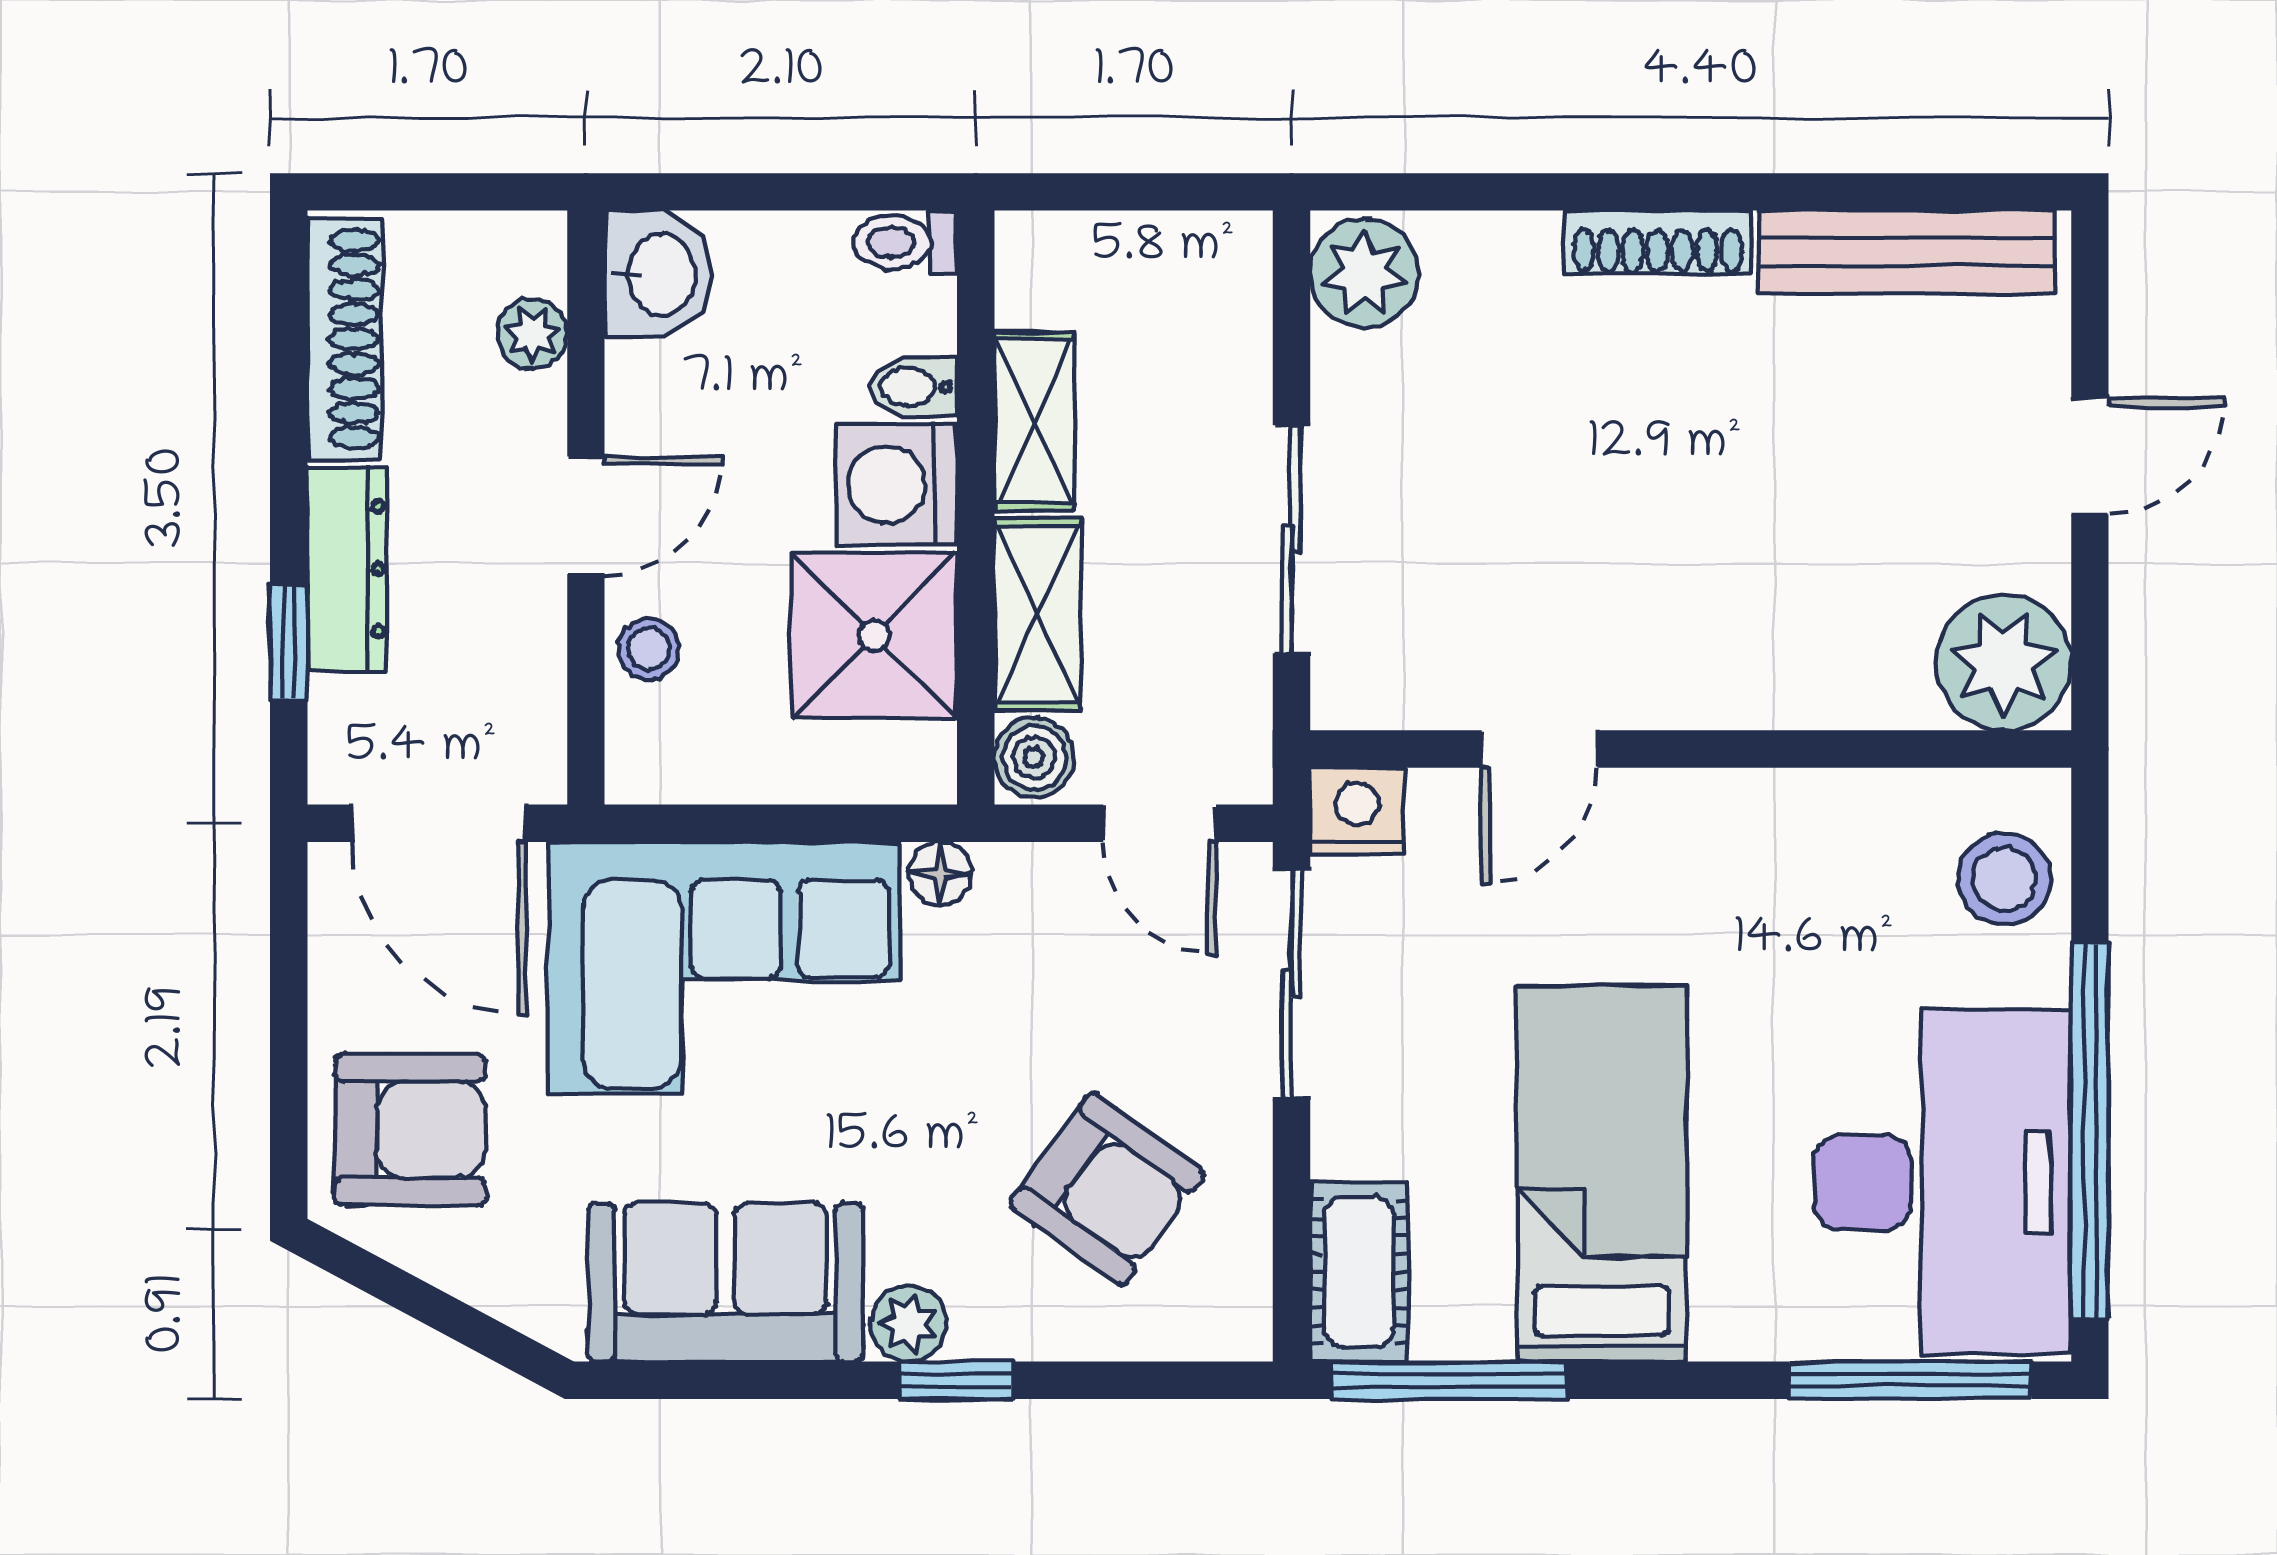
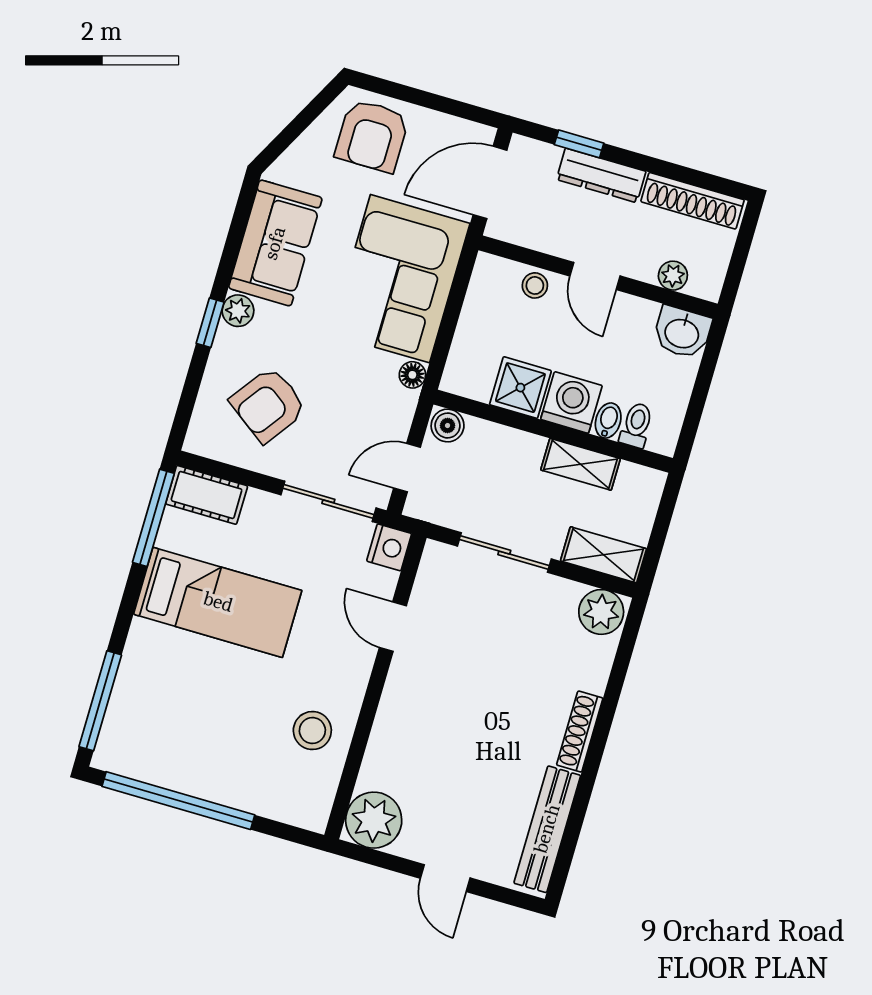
toilet: (905, 242) -> (636, 425), moved
shelving: (1038, 614) -> (603, 555), moved
shower: (874, 636) -> (520, 388), width x0.73, depth x0.73
stool: (2004, 879) -> (312, 731), moved
desk: (1942, 1182) -> (175, 736), removed

